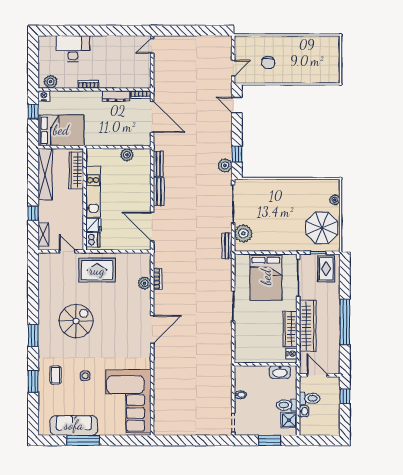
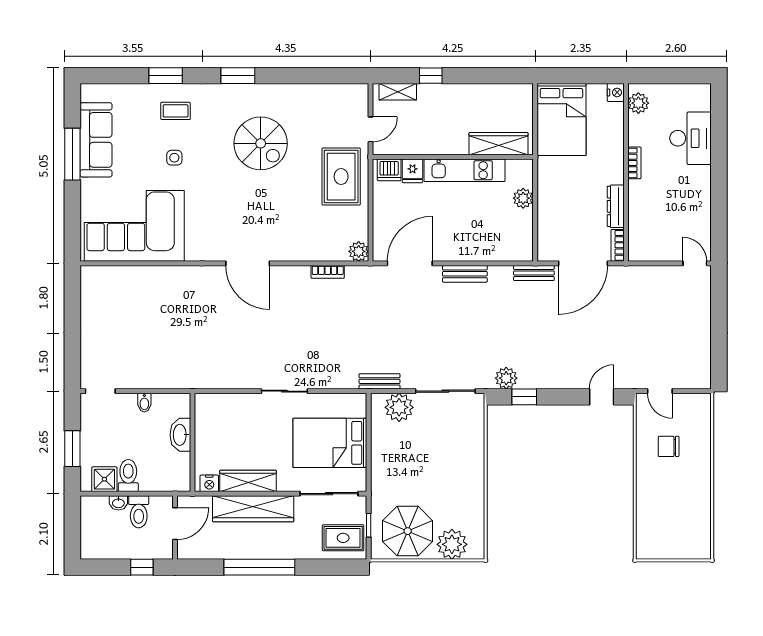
window: (33, 111) -> (591, 76), removed
plant: (127, 155) -> (523, 198), moved
bench: (158, 164) -> (534, 273), moved
shelving: (45, 174) -> (492, 94), removed
plant: (335, 200) -> (452, 544), width x1.87, depth x1.87
plant: (145, 283) -> (359, 251), moved
washbasin: (280, 372) -> (180, 435), moved

